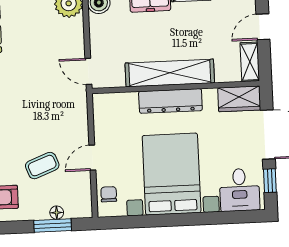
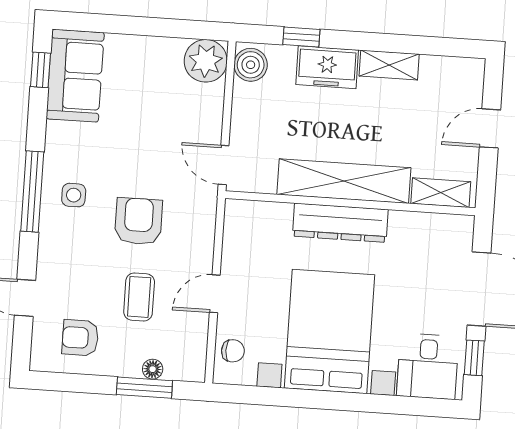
shelving: (250, 62) -> (441, 193), moved, turned 90
wardrobe: (239, 99) -> (443, 231), removed
armchair: (36, 115) -> (139, 221), added
coffee table: (42, 166) -> (139, 297), turned -69
chair: (109, 194) -> (233, 351), turned 90

